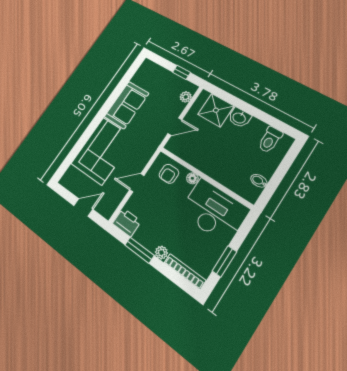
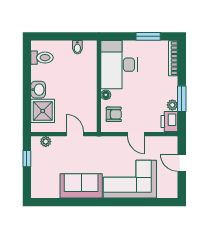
plant: (161, 253) -> (172, 105), moved

